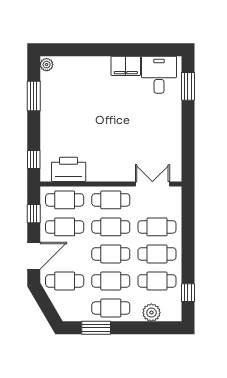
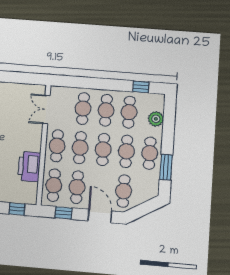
printer: (69, 169) -> (29, 167), moved

